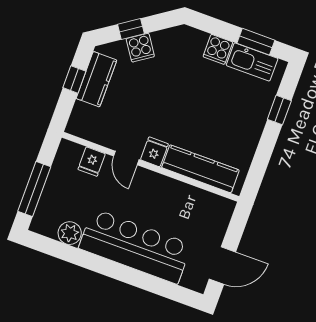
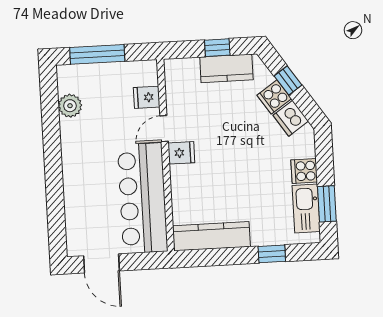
dishwasher: (166, 41) -> (291, 118), added
kitchen counter: (200, 169) -> (212, 236), moved, turned -90
bar counter: (135, 246) -> (143, 198), moved, turned 180

